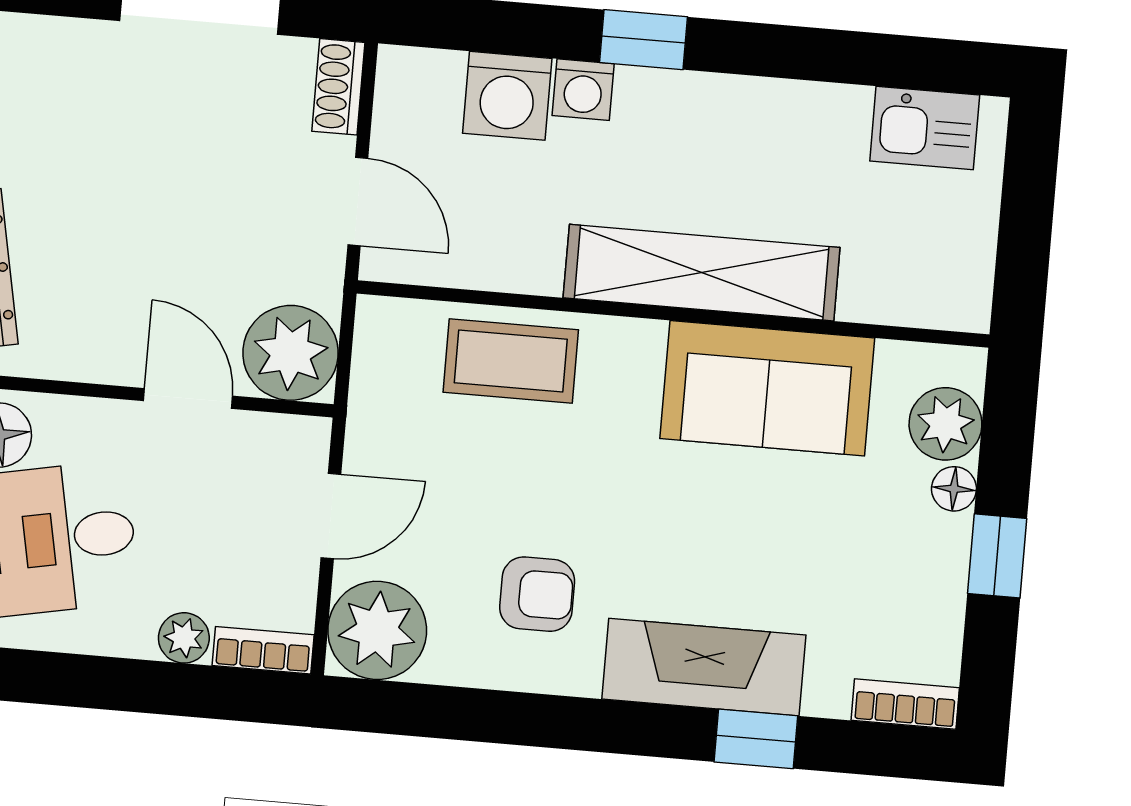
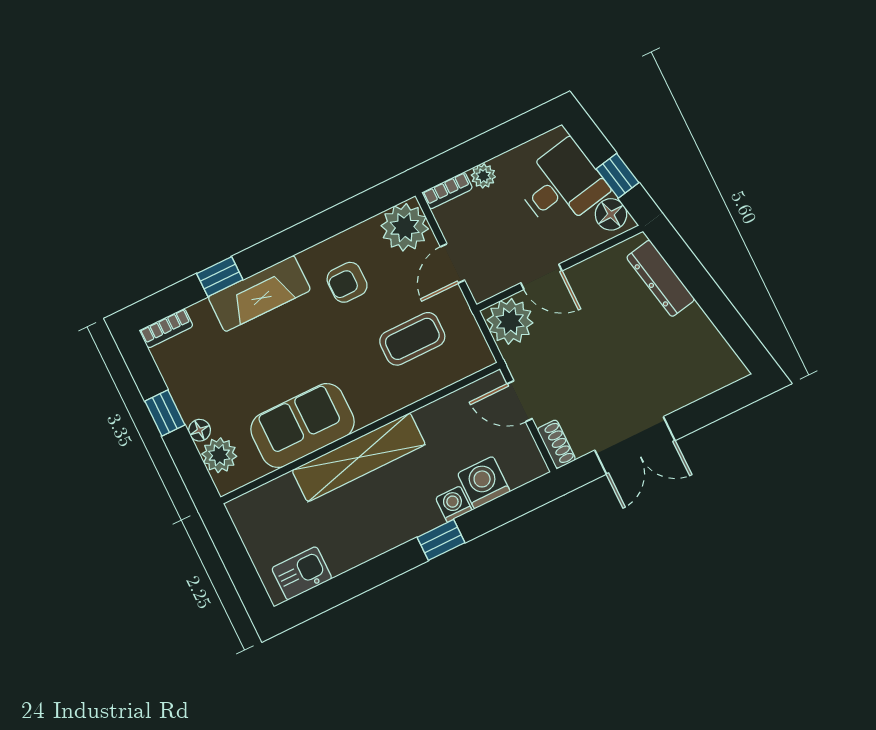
coffee table: (511, 361) -> (412, 339), moved

